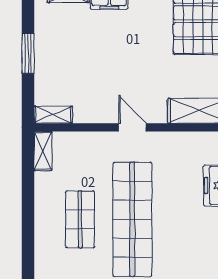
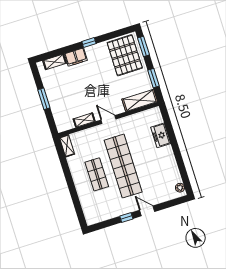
shelving: (53, 115) -> (84, 120), moved

